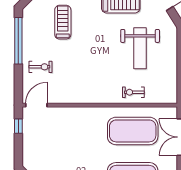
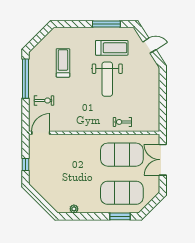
weight bench: (140, 48) -> (107, 79), moved
window: (18, 126) -> (25, 165), moved

